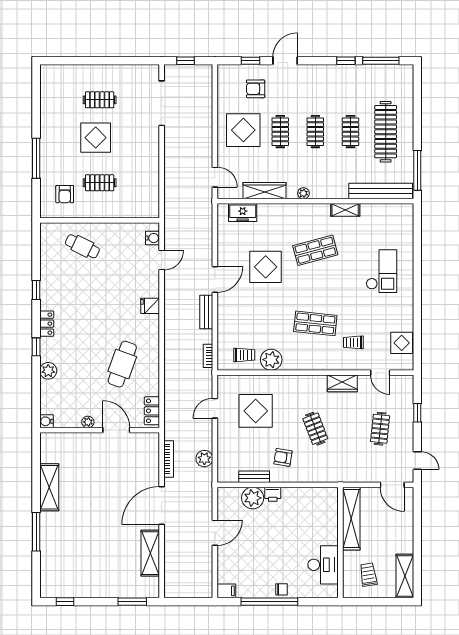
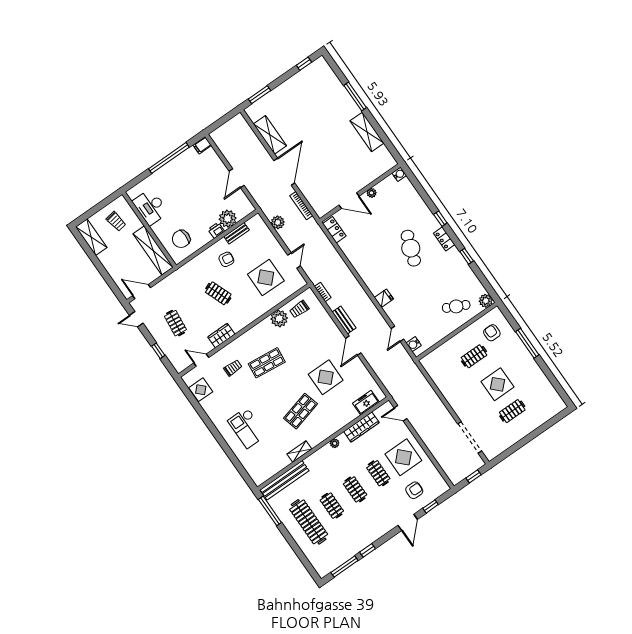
cafe table: (122, 364) -> (411, 248), moved
plant: (48, 371) -> (486, 301), moved
chair: (282, 589) -> (181, 239), moved, width x1.87, depth x1.87

